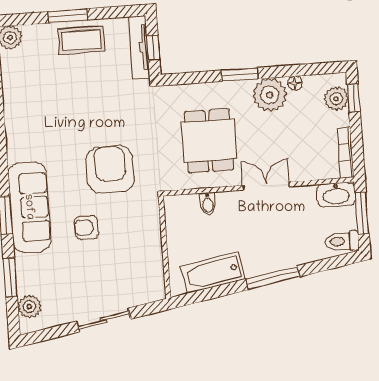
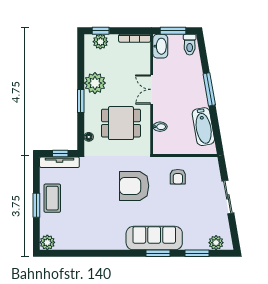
floor lamp: (295, 83) -> (89, 137), moved
armchair: (87, 227) -> (178, 177), moved

